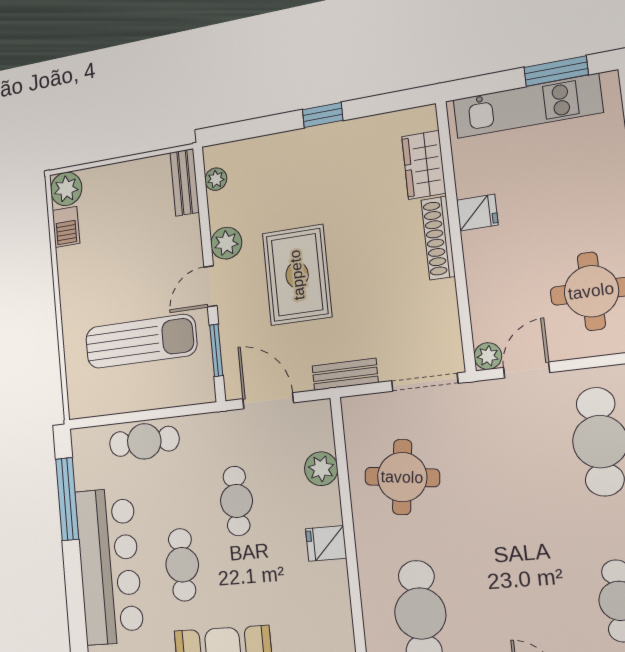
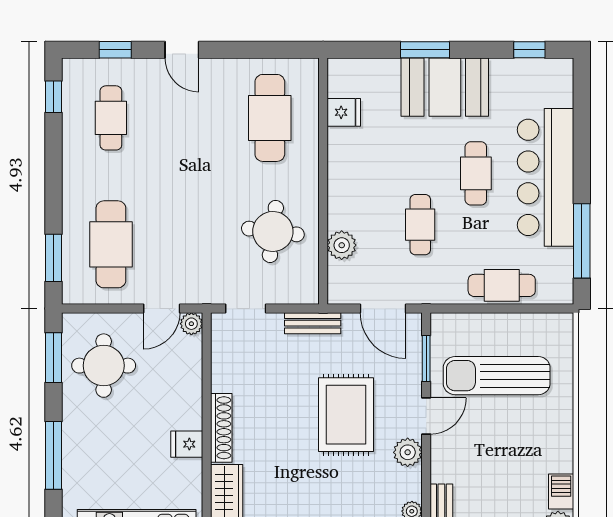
doorway: (425, 382) -> (246, 308), width x0.73
fridge: (326, 543) -> (344, 112), moved

